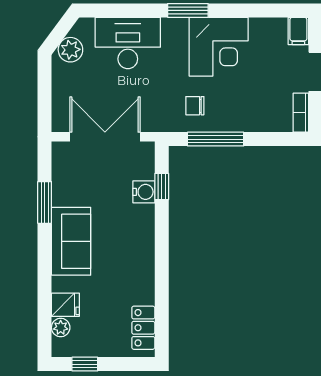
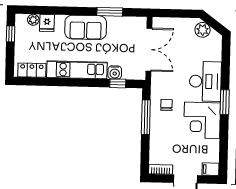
desk: (128, 43) -> (205, 81), moved
kitchen unit: (141, 254) -> (77, 70), added

